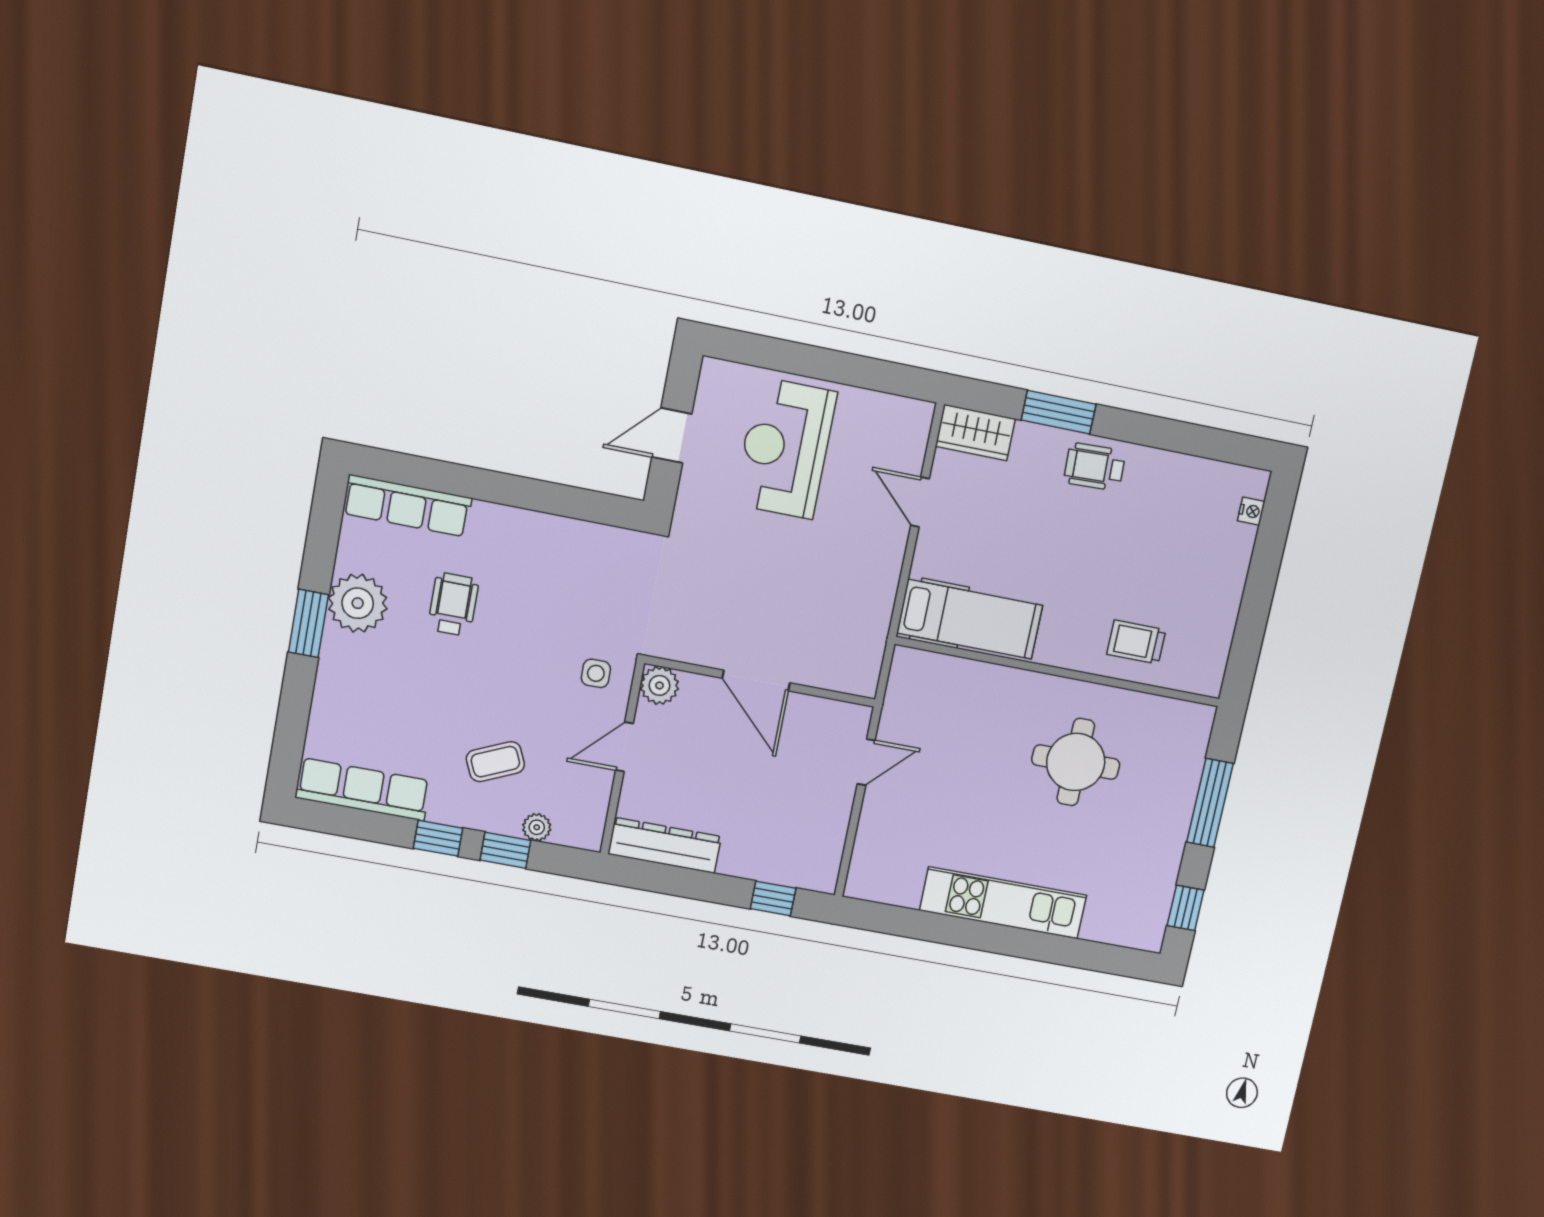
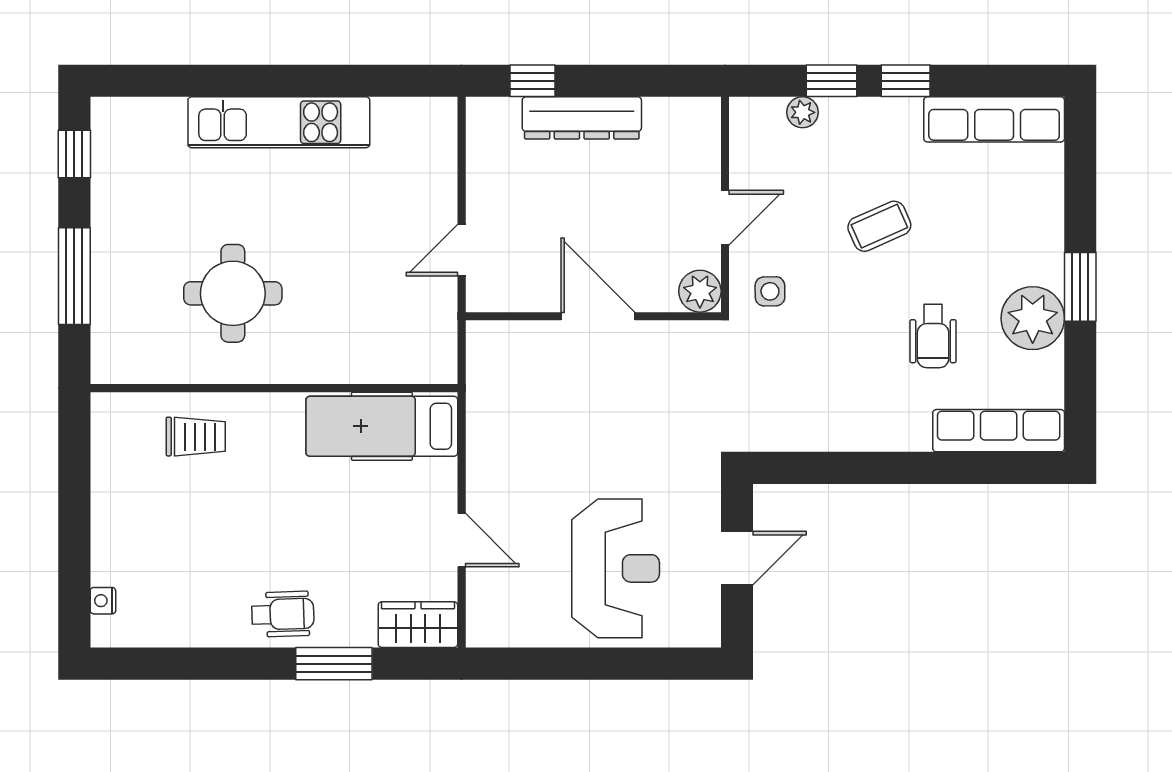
coffee table: (495, 762) -> (879, 226), moved
dresser: (665, 845) -> (582, 118), moved

